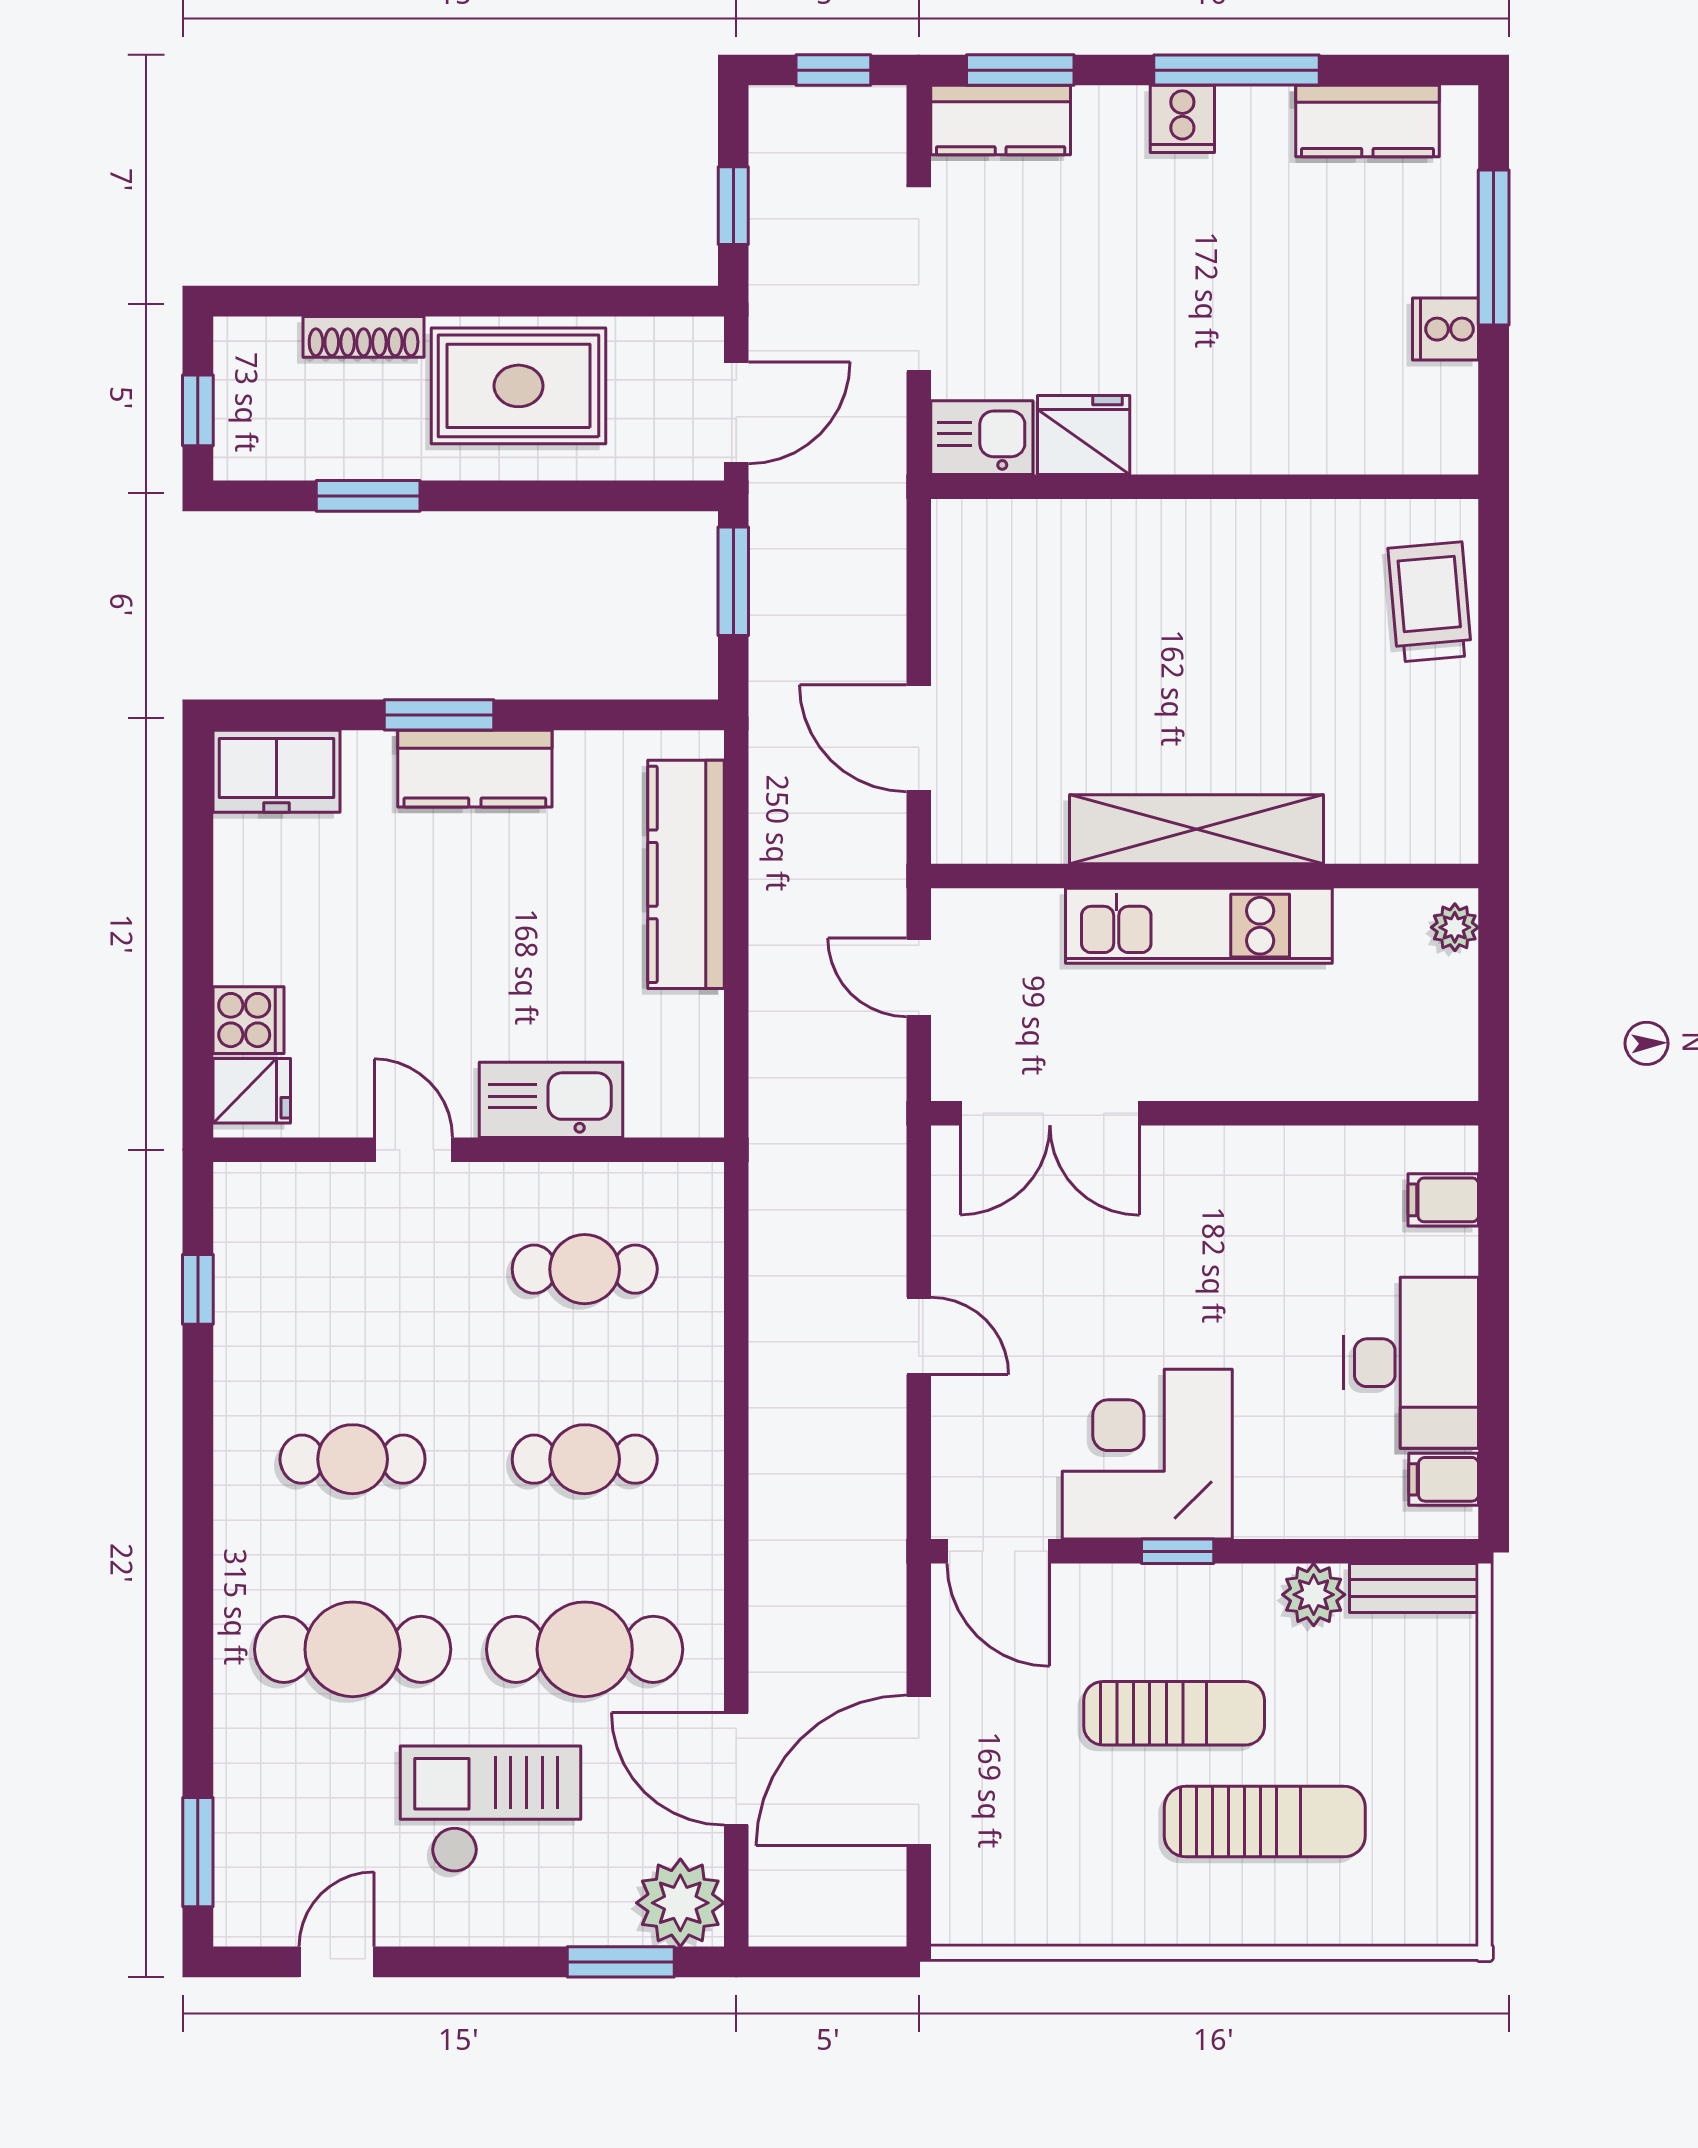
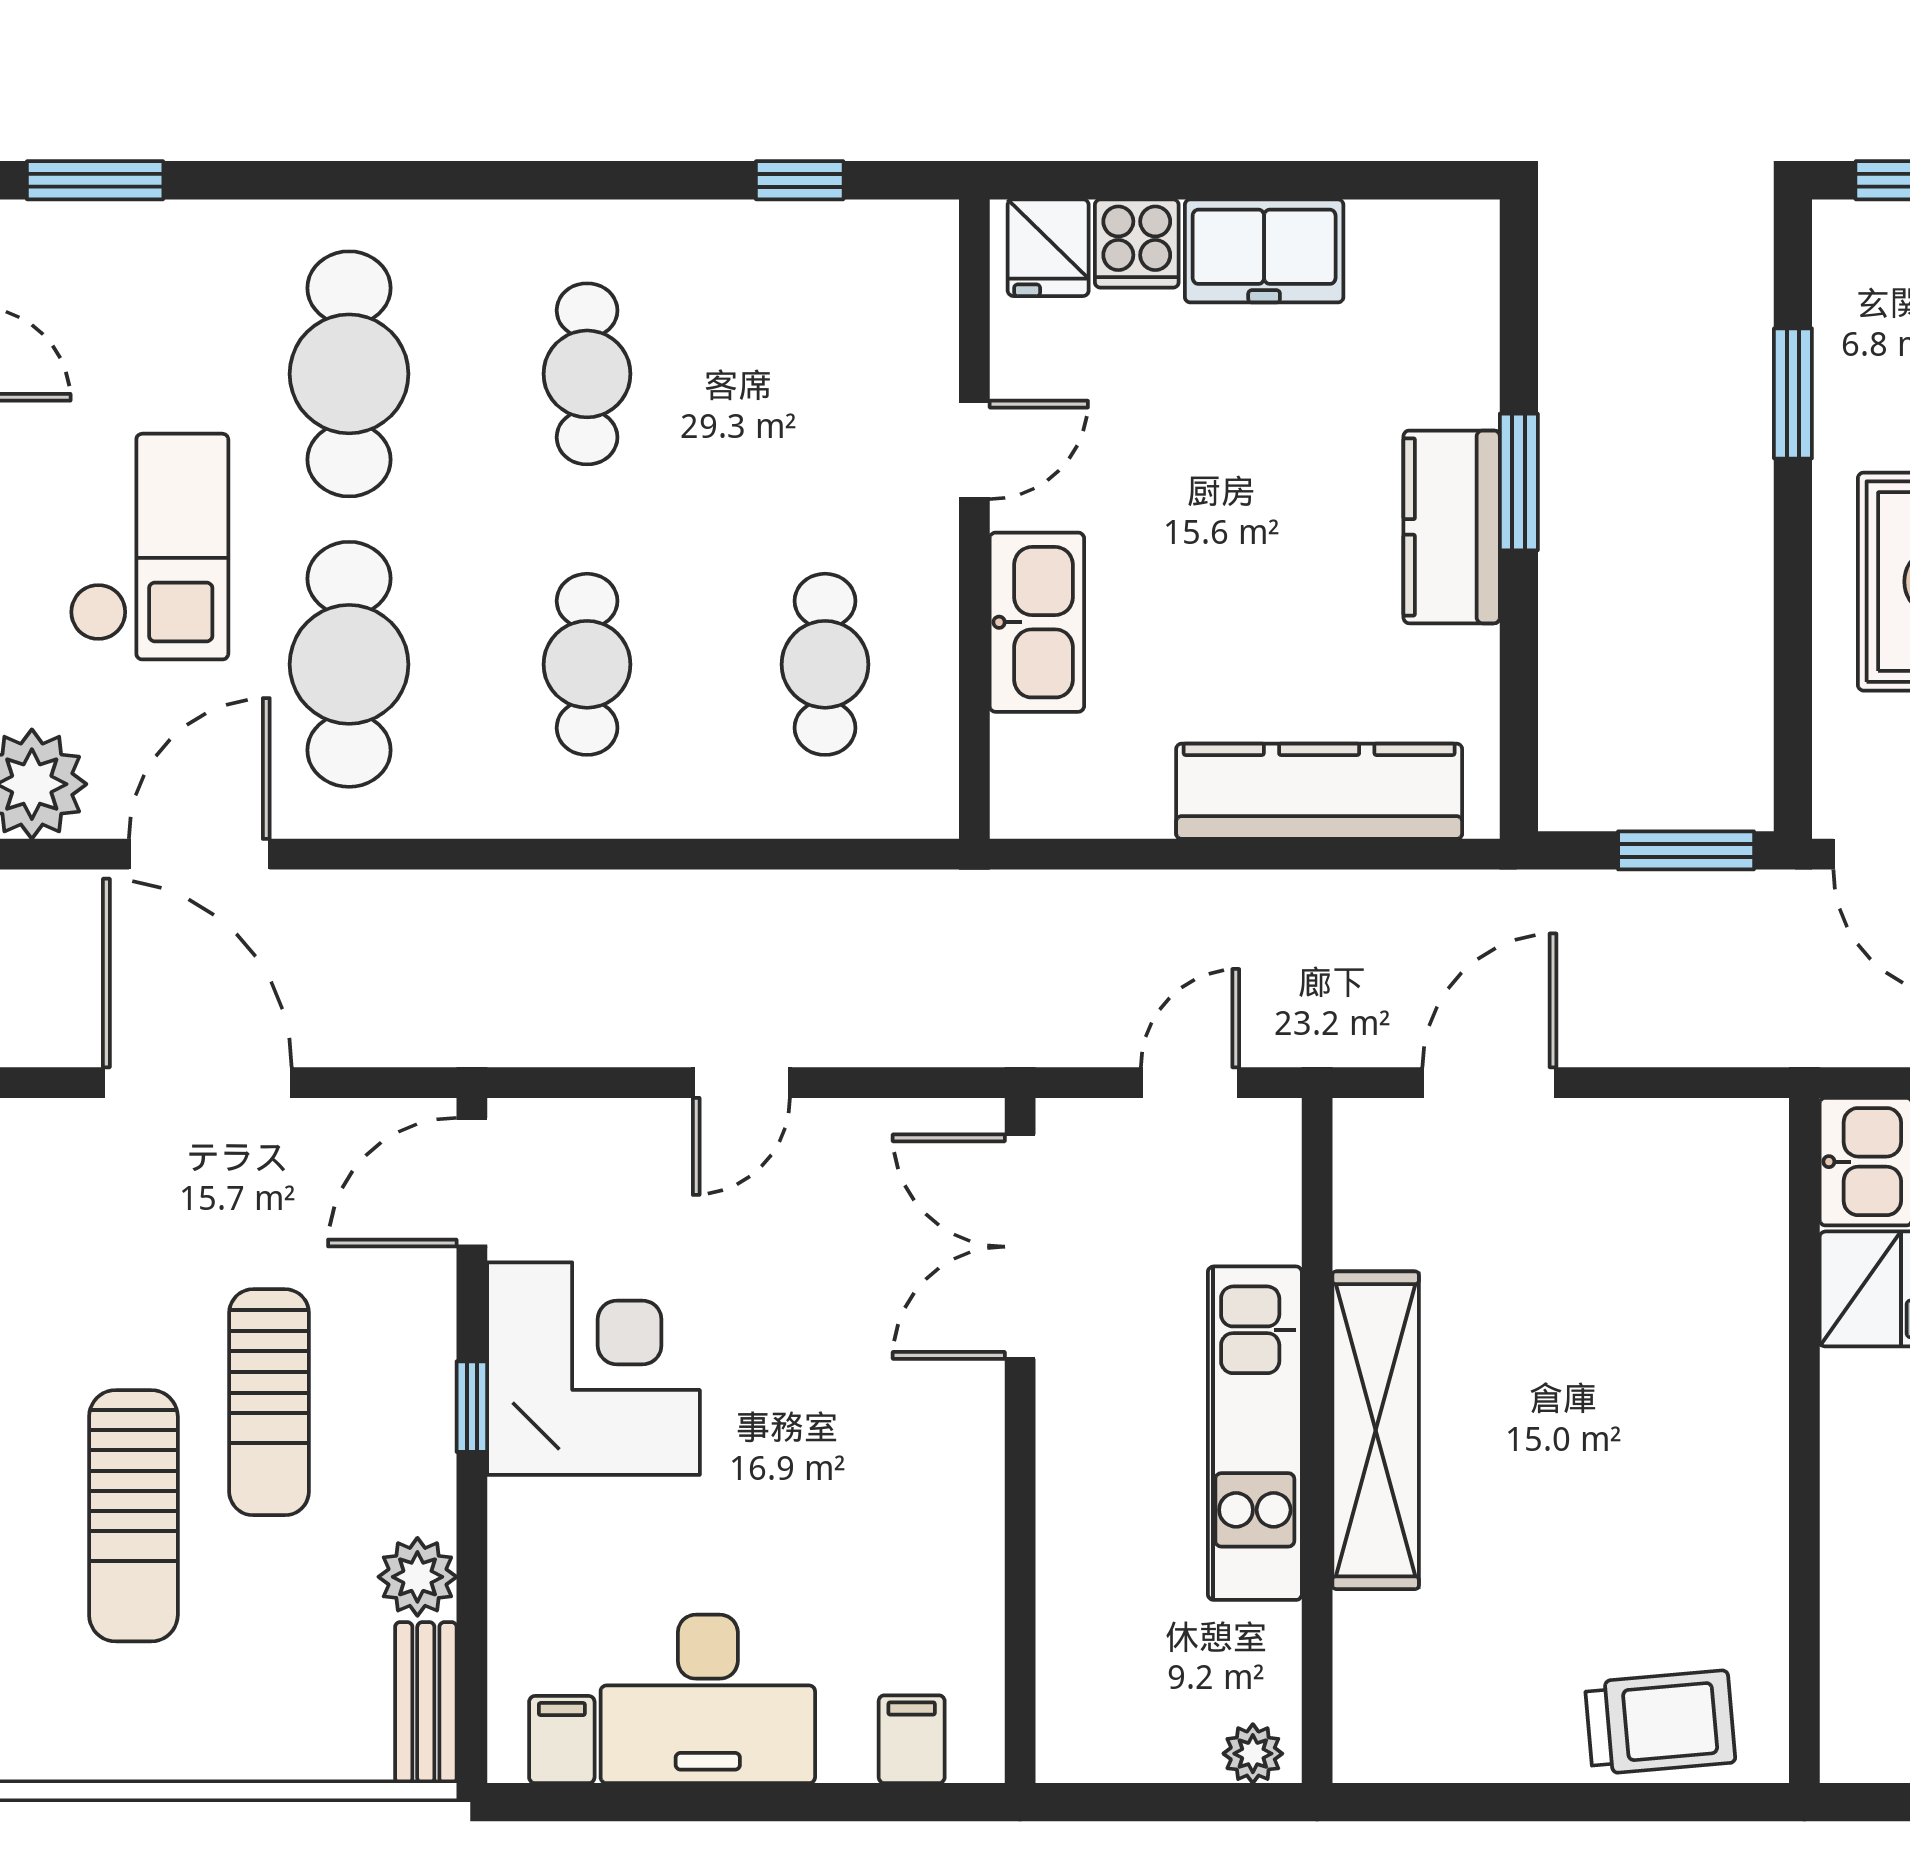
freezer: (277, 771) -> (1264, 251), moved, turned -90

